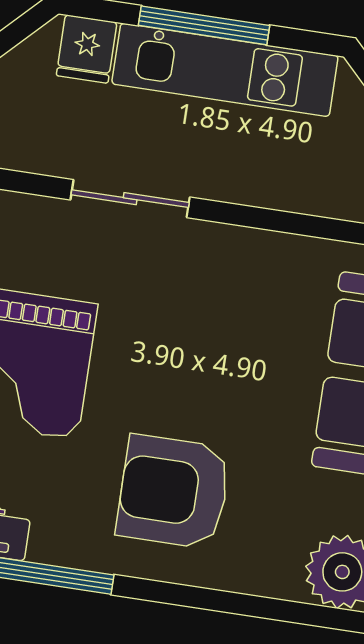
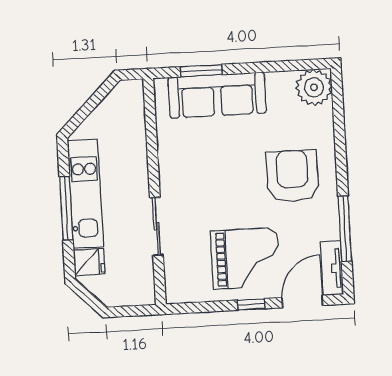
armchair: (174, 492) -> (292, 176), turned 180

